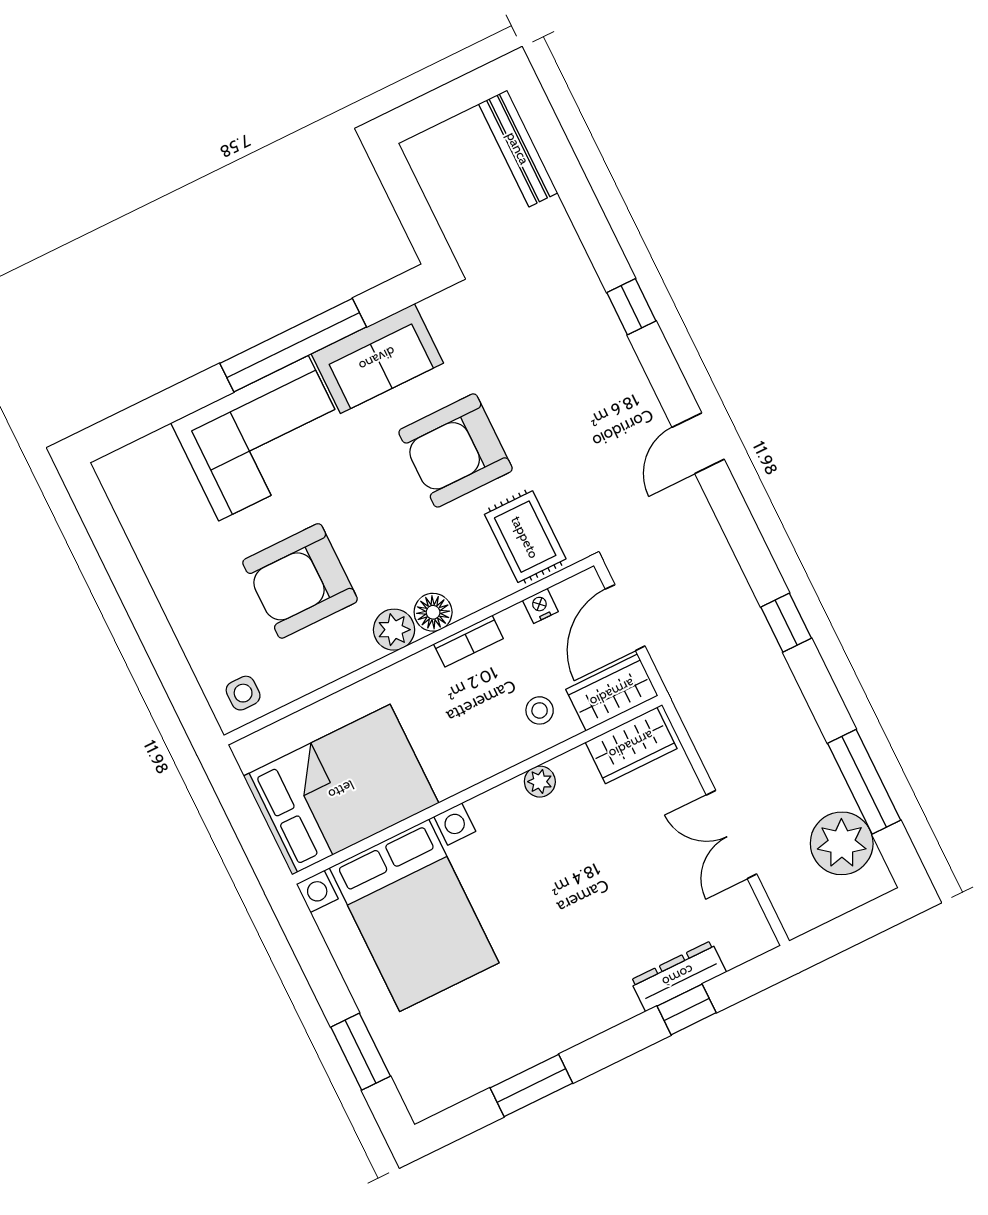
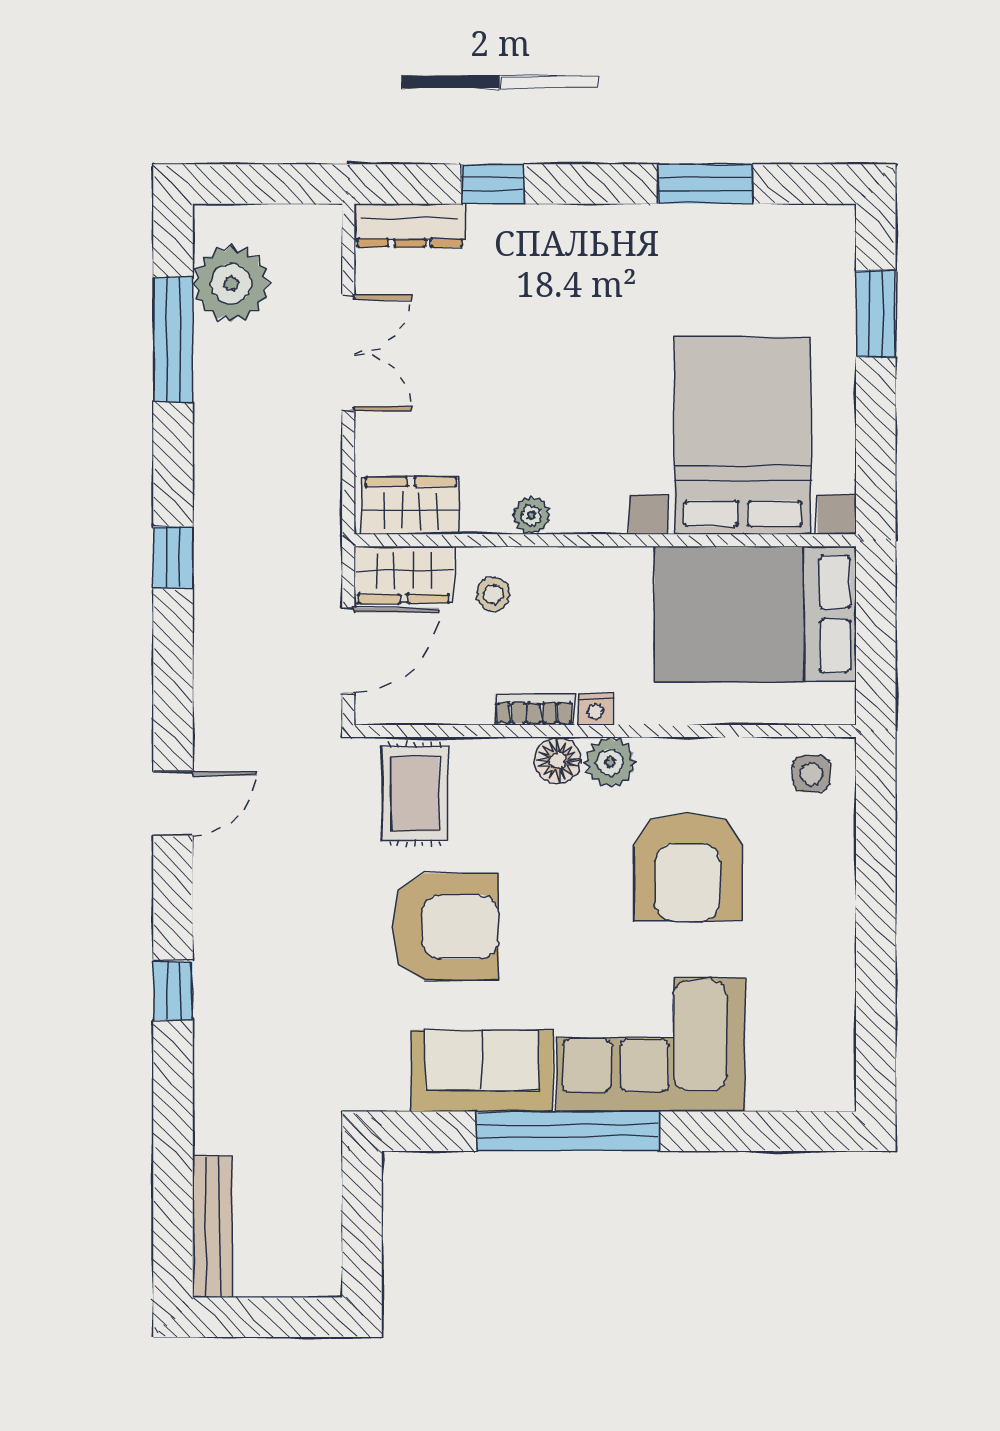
armchair: (300, 581) -> (688, 867), turned 90
nightstand: (540, 606) -> (595, 709), moved
dresser: (678, 976) -> (410, 225), moved

